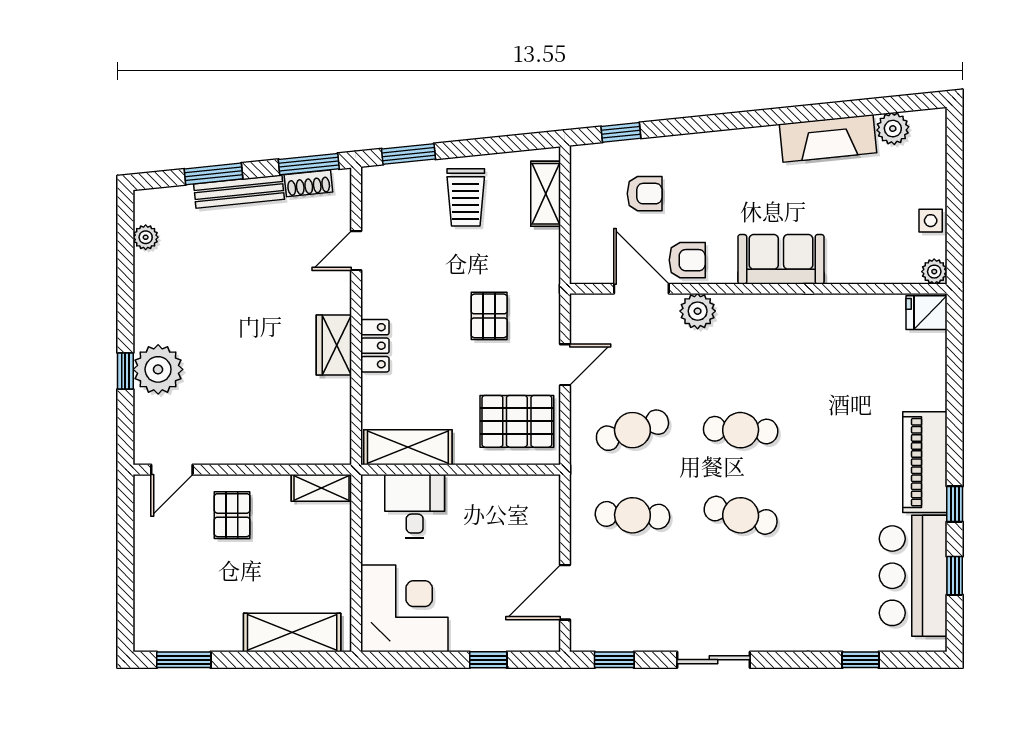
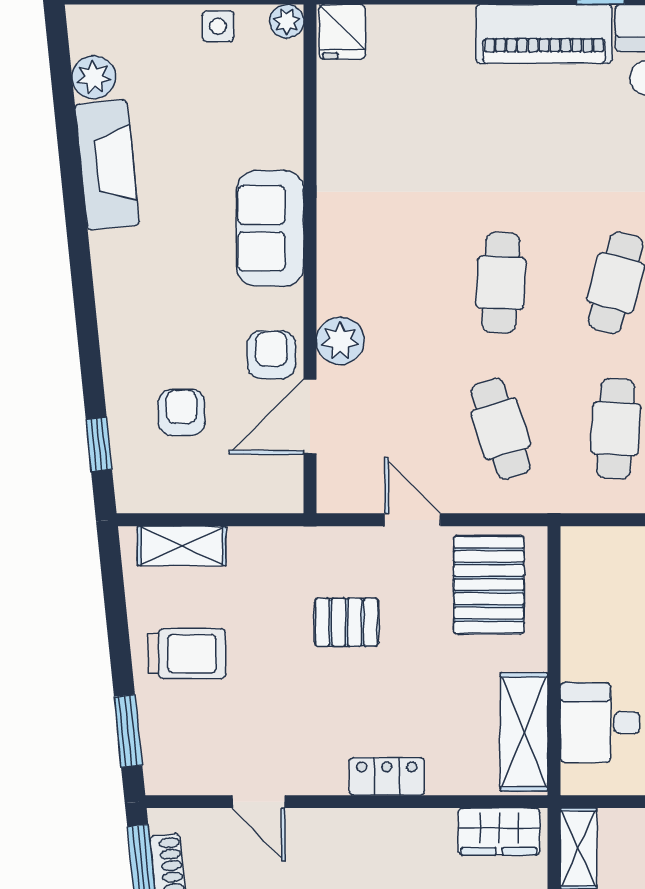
wardrobe: (334, 345) -> (499, 832), moved

